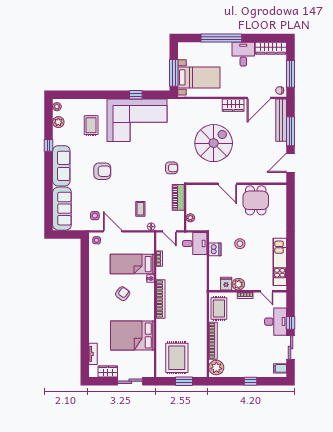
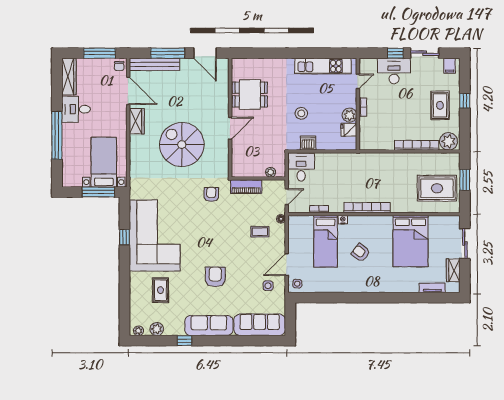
rug: (91, 125) -> (160, 290), turned 90
rug: (219, 309) -> (440, 105), moved, turned 90

